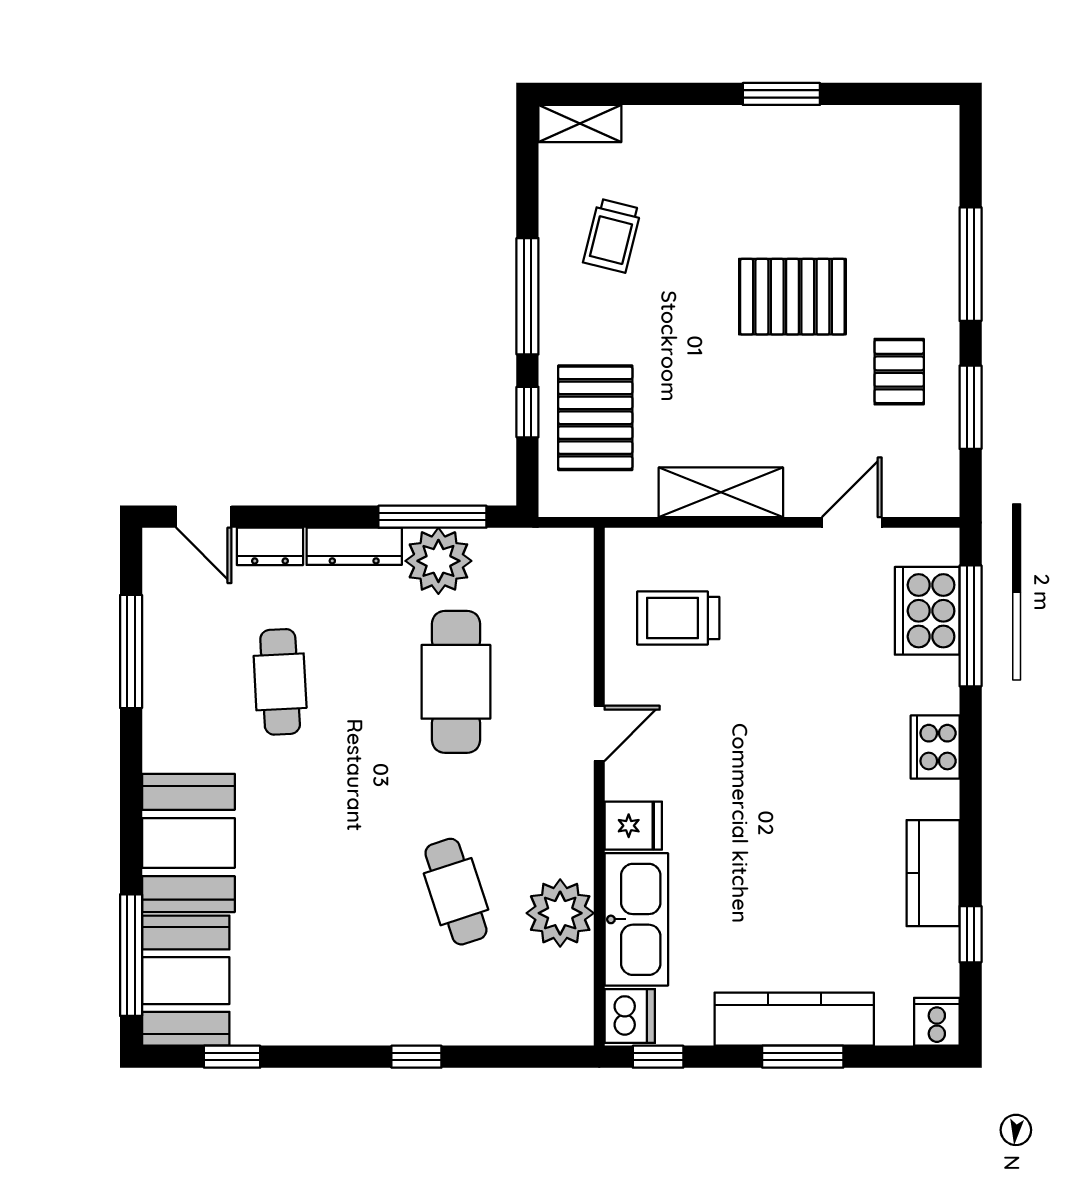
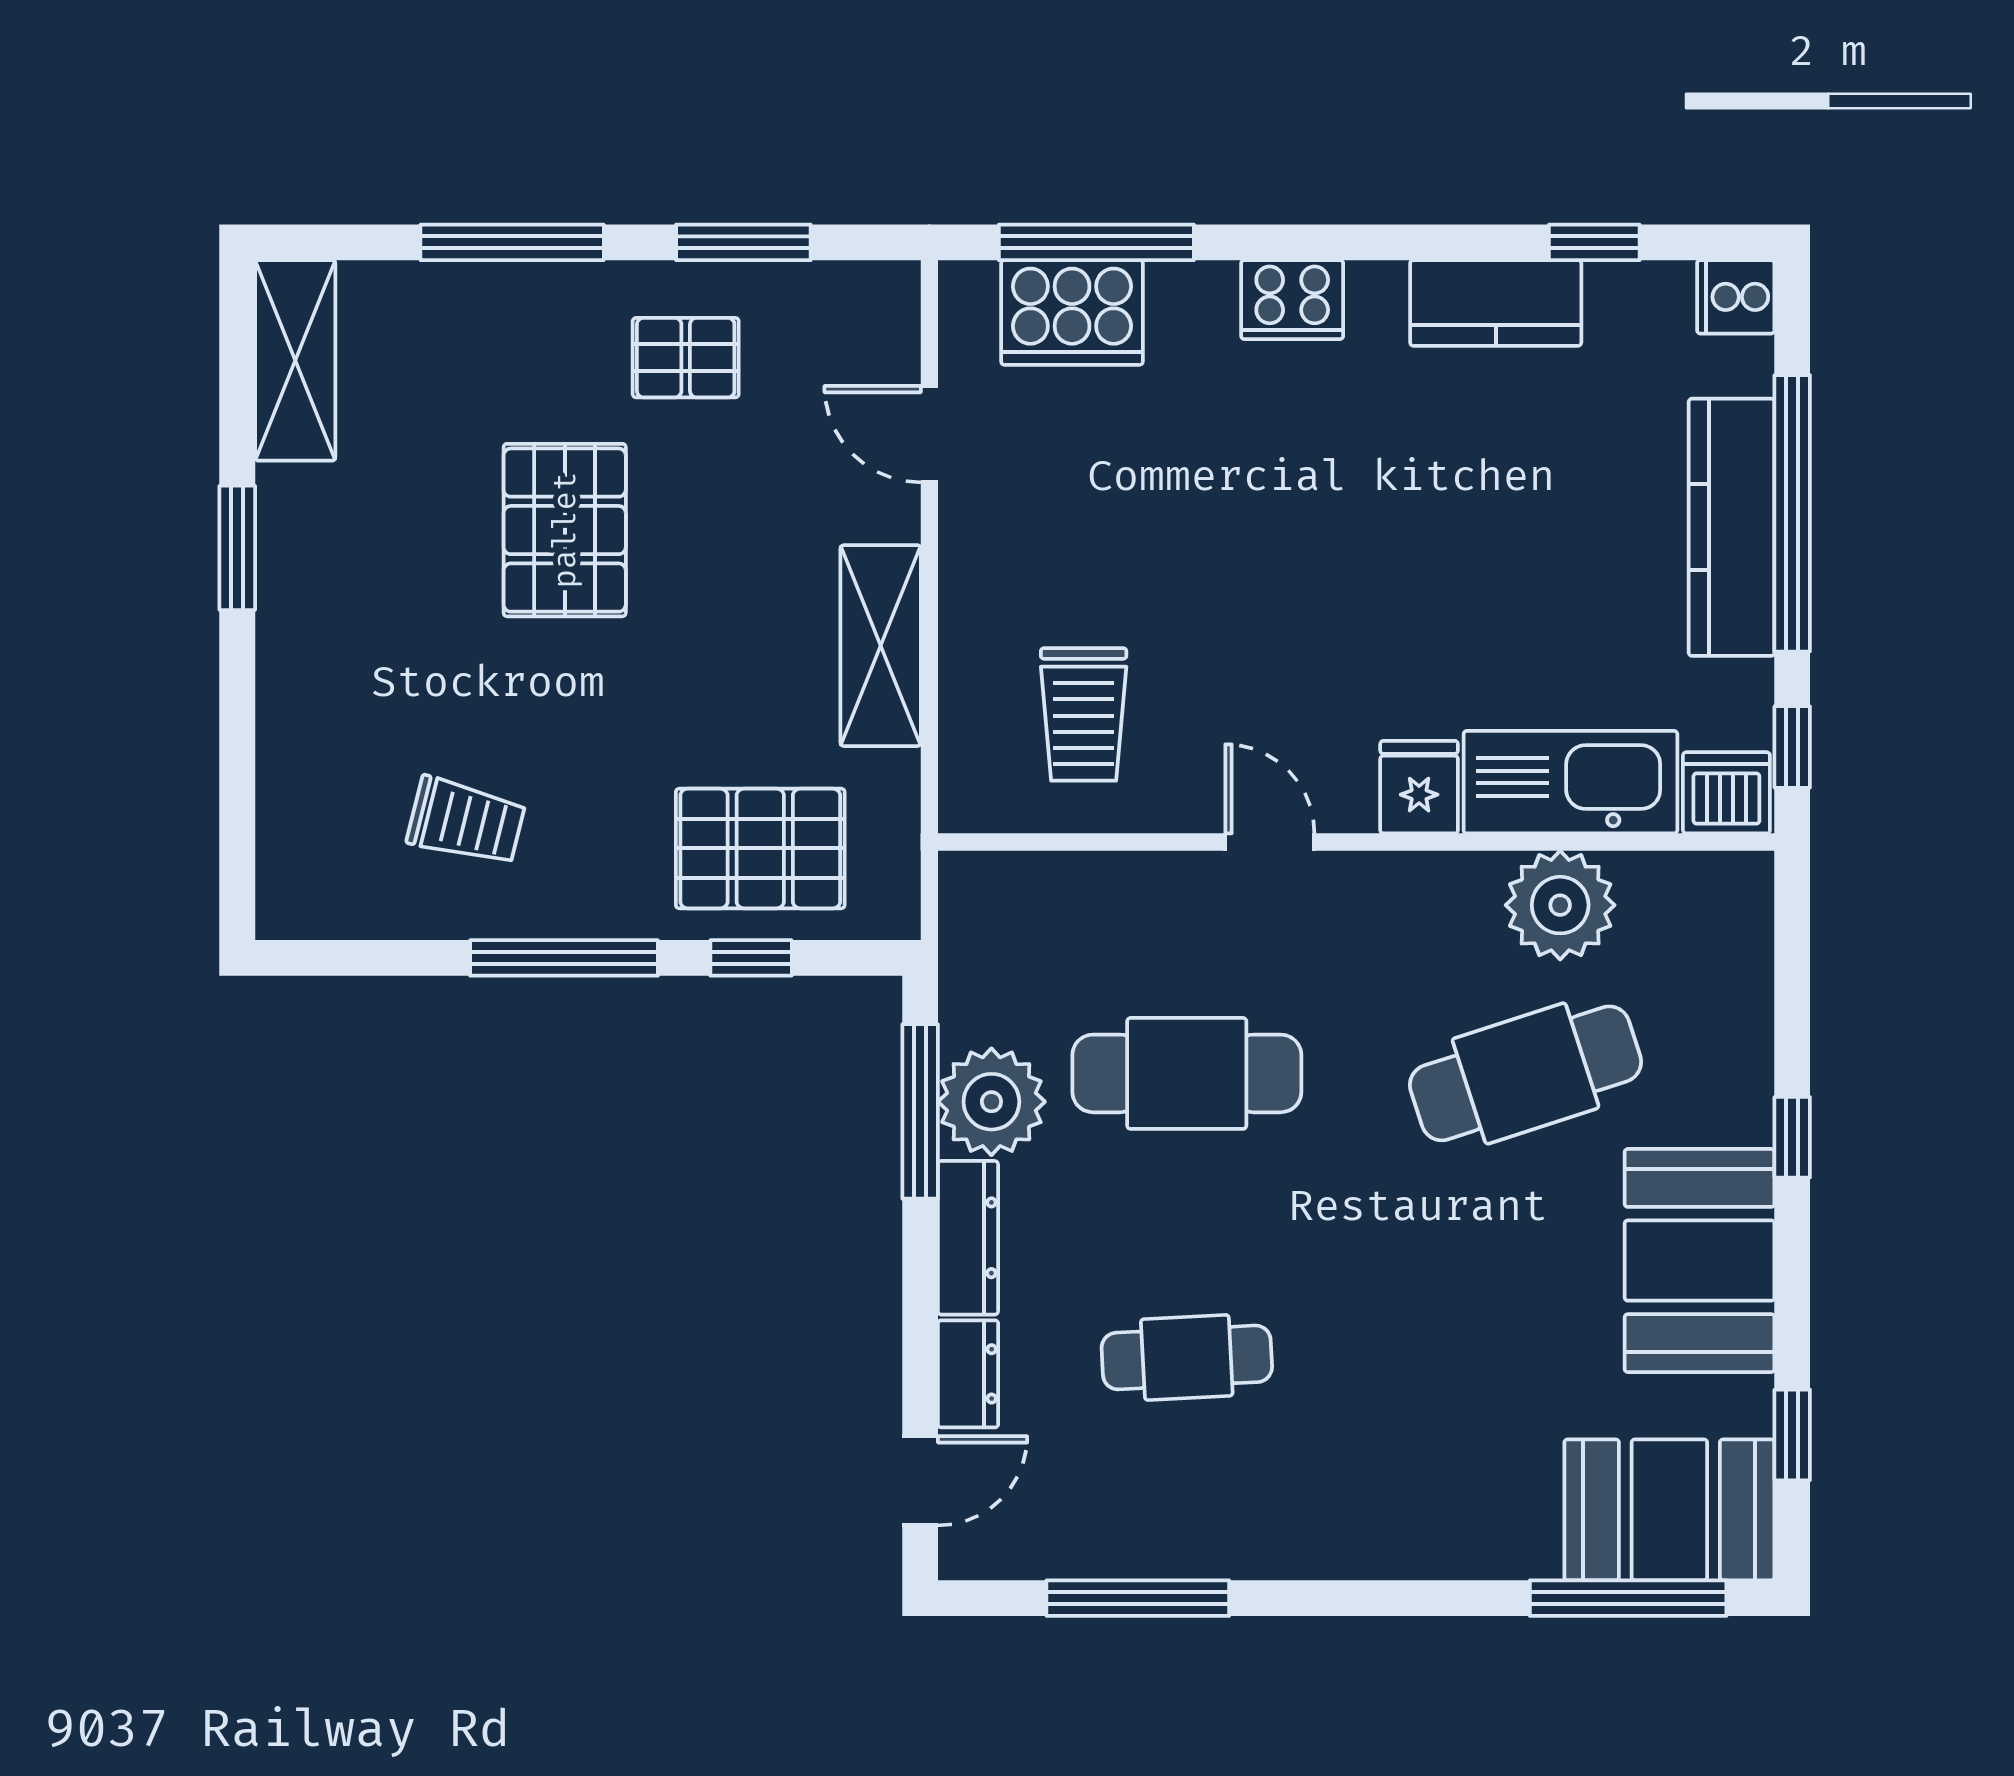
shelving: (580, 124) -> (295, 360), moved, width x1.50, depth x1.33
booth: (188, 843) -> (1700, 1261), moved, turned 90
cafe table: (456, 892) -> (1526, 1073), width x1.37, depth x1.35
window: (803, 1057) -> (1792, 513), width x2.11

